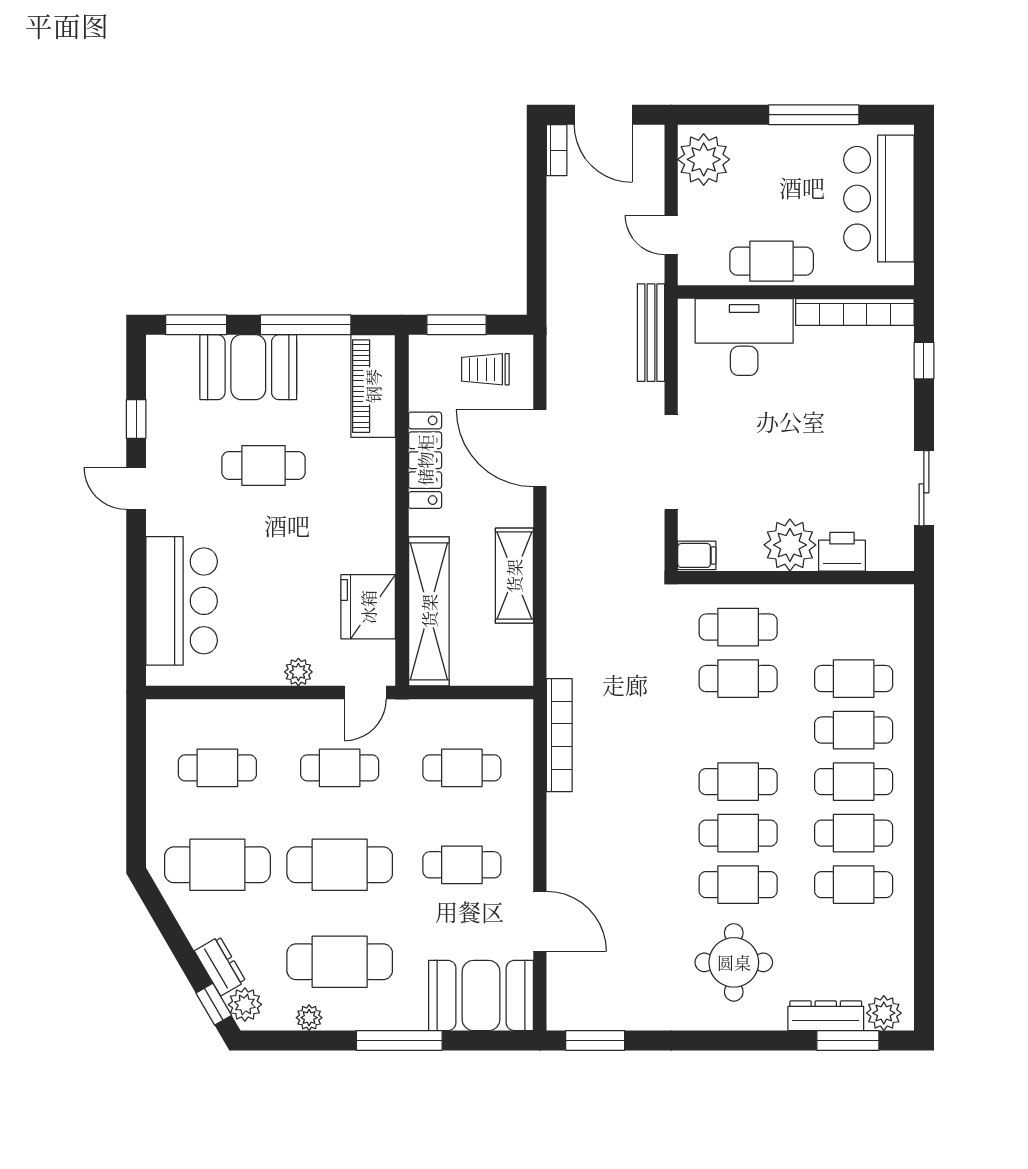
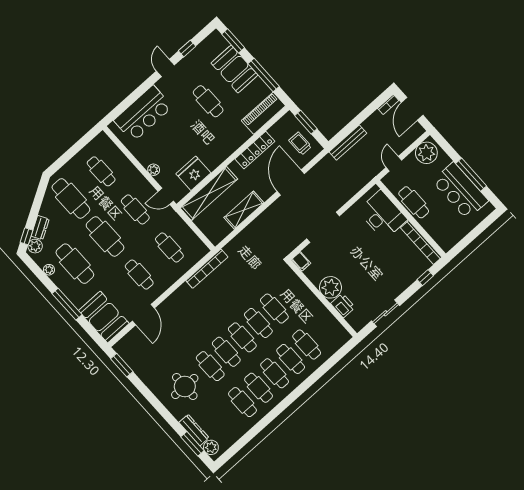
bar counter: (879, 199) -> (460, 191), moved, turned -90
bench: (651, 333) -> (348, 143), moved
cafe table: (738, 627) -> (258, 323), moved

